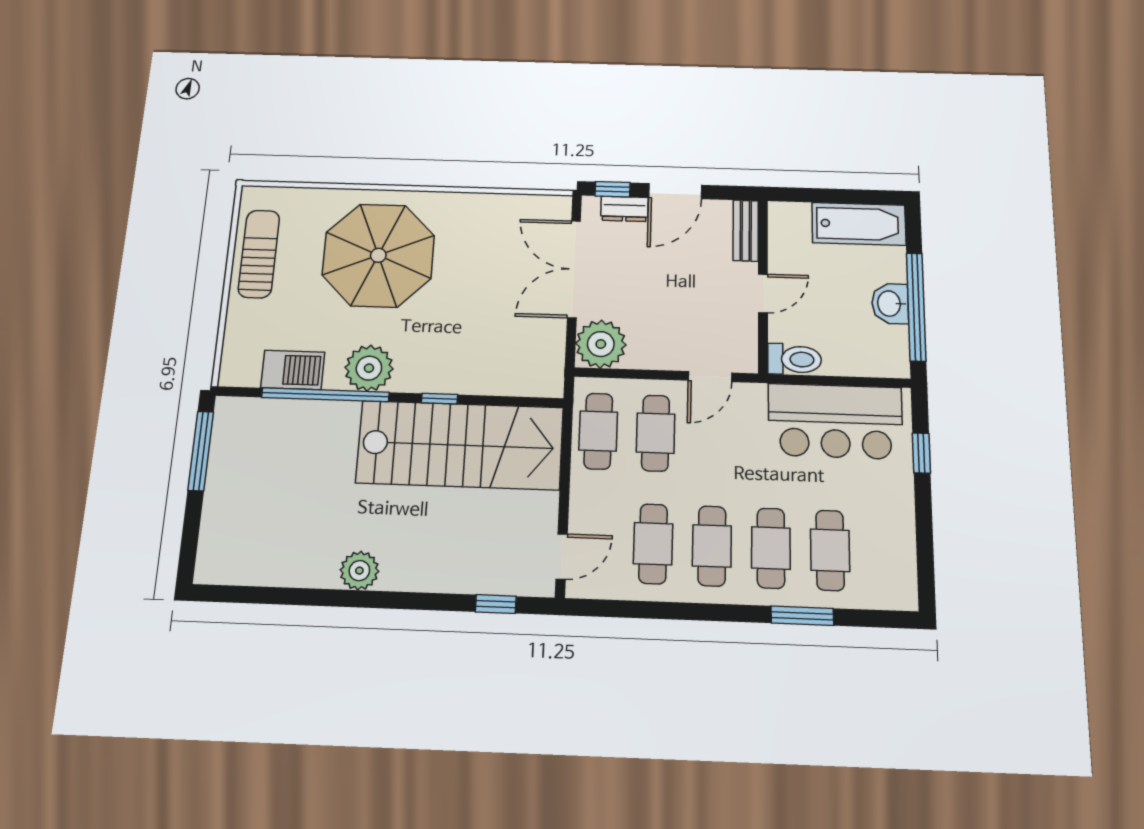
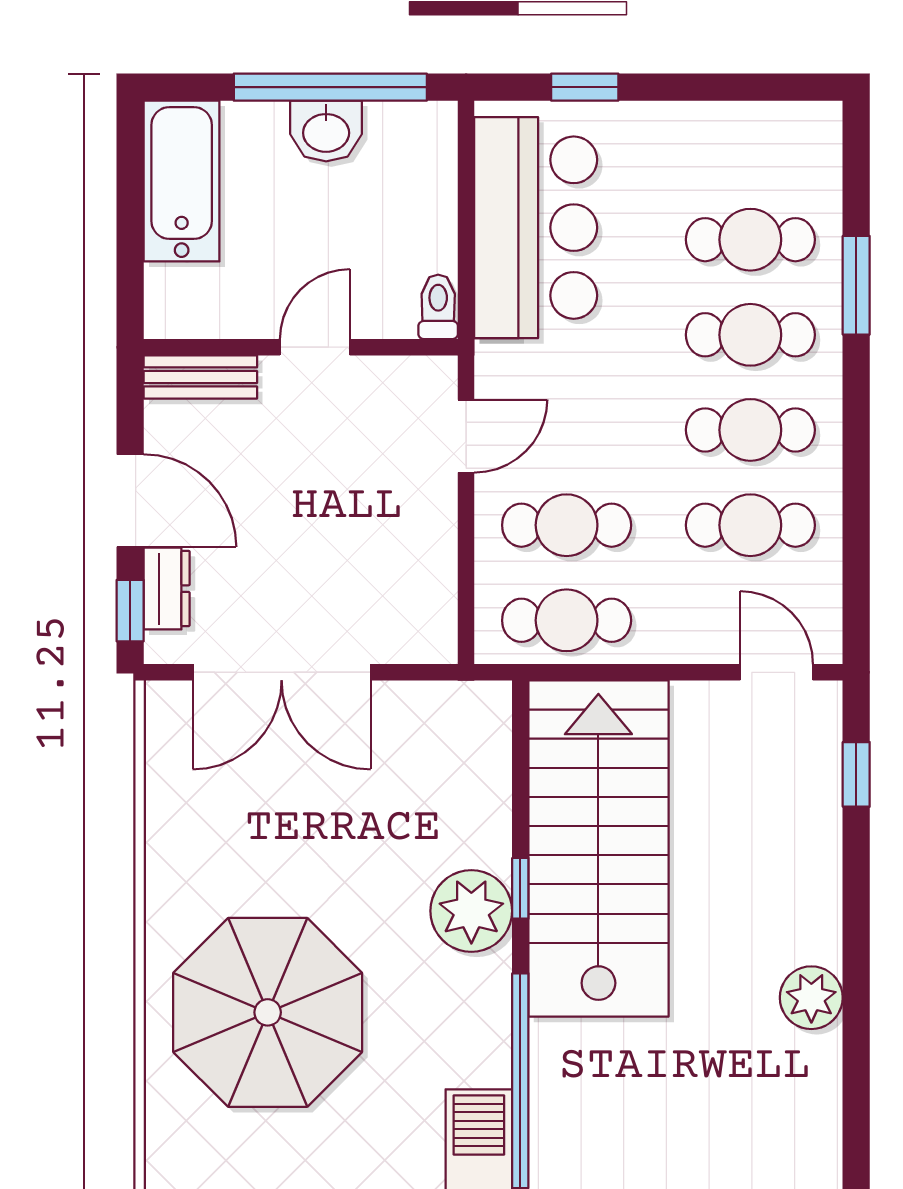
door: (763, 293) -> (315, 347), hinge flipped
plant: (601, 344) -> (415, 621), removed
toilet: (794, 359) -> (438, 307), width x0.73, depth x0.72
plant: (369, 368) -> (471, 911), moved
door: (710, 377) -> (466, 436), hinge flipped

